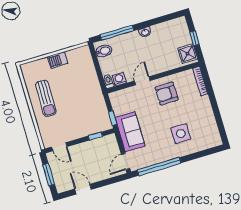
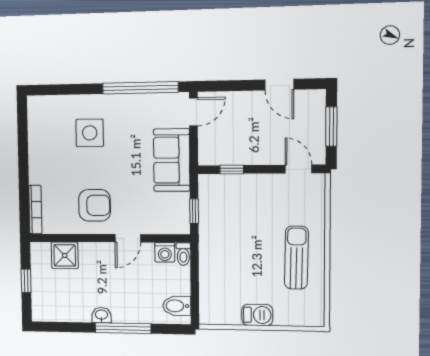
window: (117, 33) -> (123, 328), moved
shower: (188, 54) -> (65, 255), moved
window: (113, 118) -> (194, 211), moved

